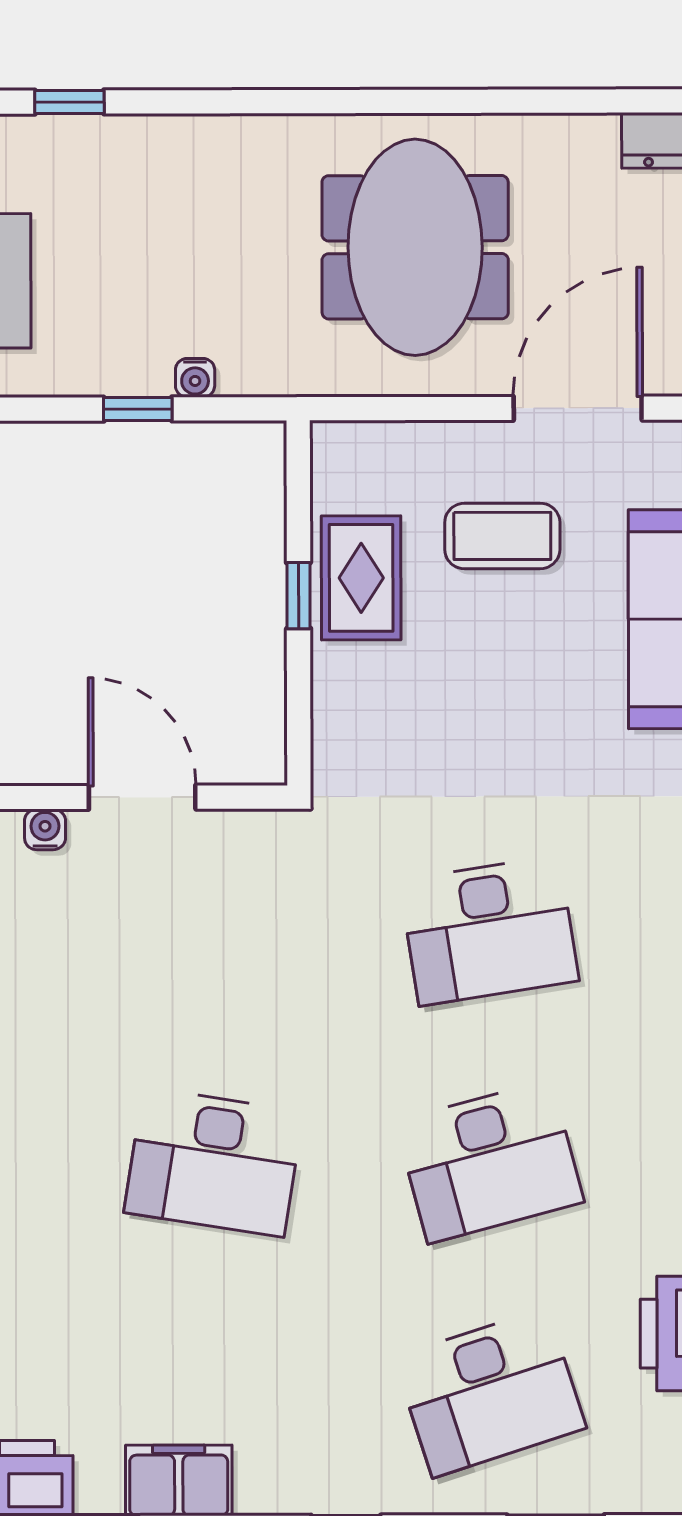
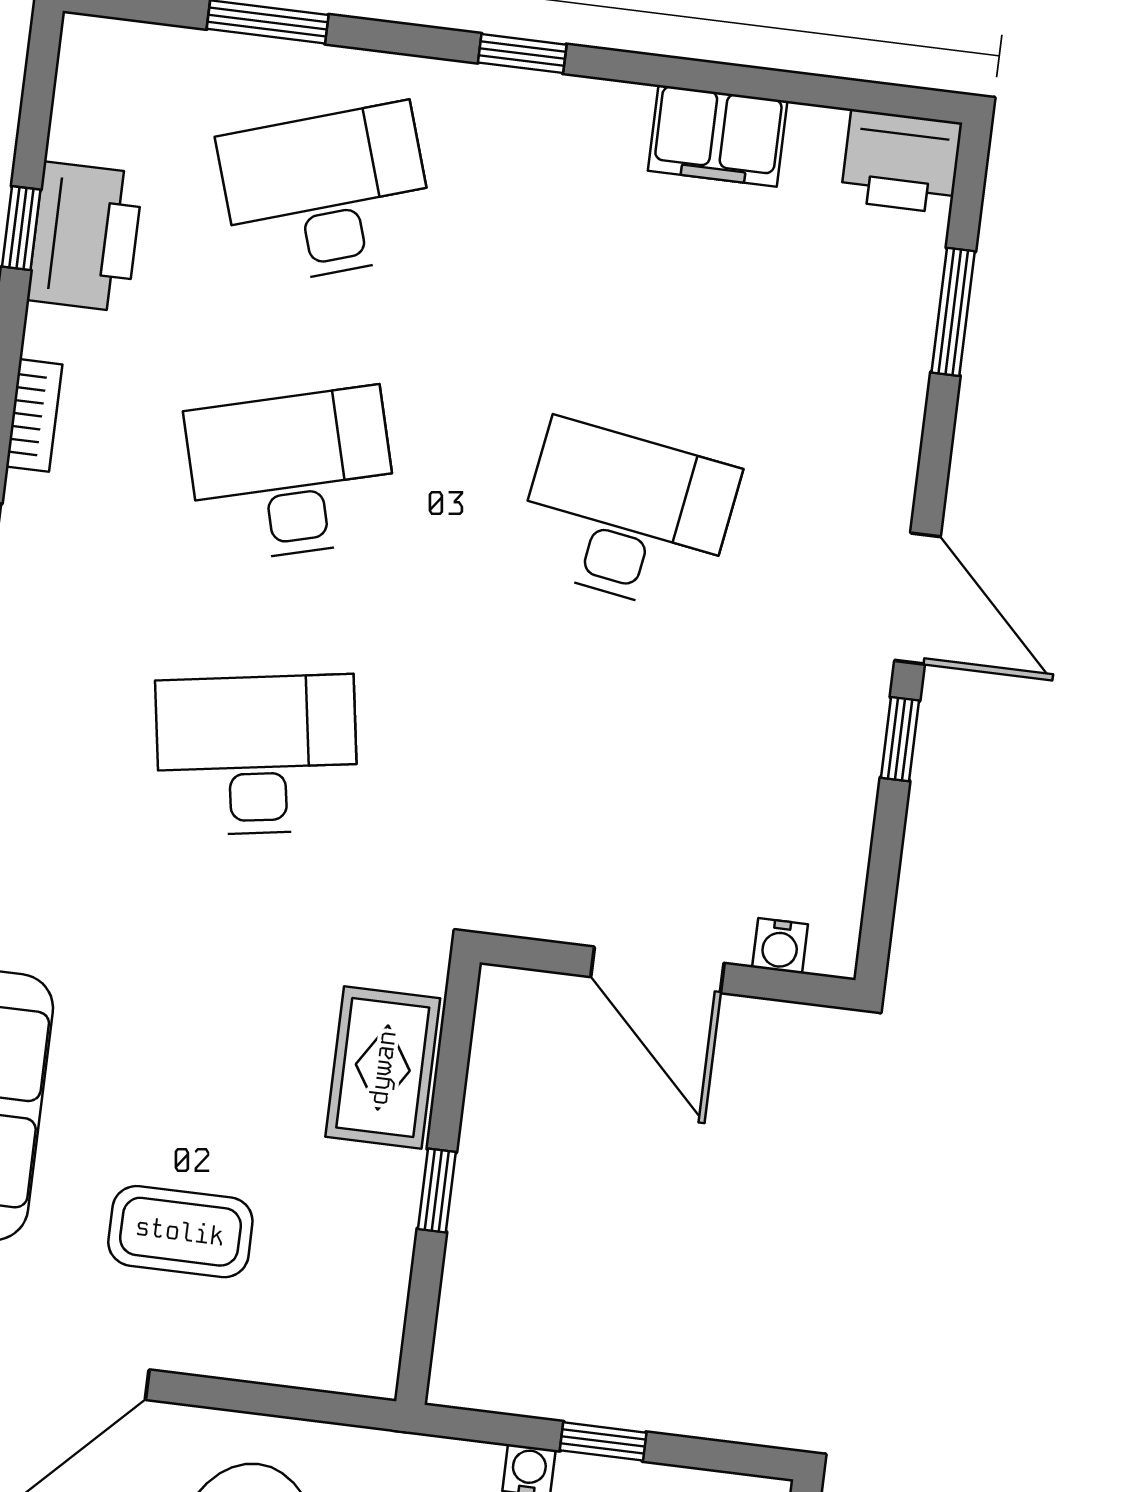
rug: (361, 578) -> (383, 1068), moved

